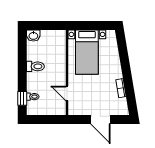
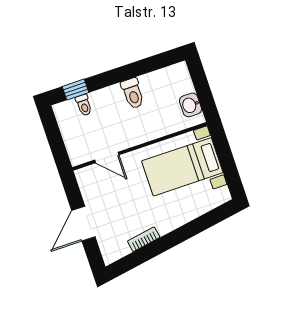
washbasin: (33, 36) -> (190, 105), moved
door: (67, 93) -> (107, 157), swing flipped

